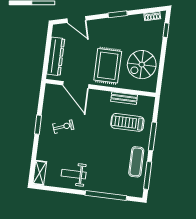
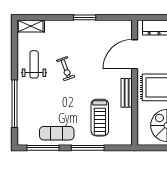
bench: (124, 98) -> (127, 93), moved
treadmill: (127, 122) -> (100, 118), turned 180
exercise bike: (63, 127) -> (66, 69), moved

